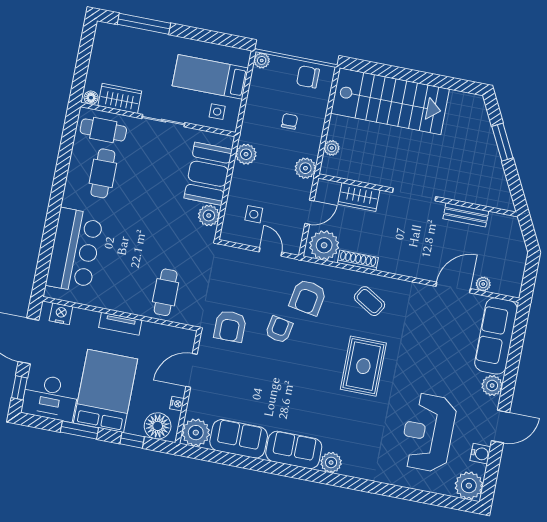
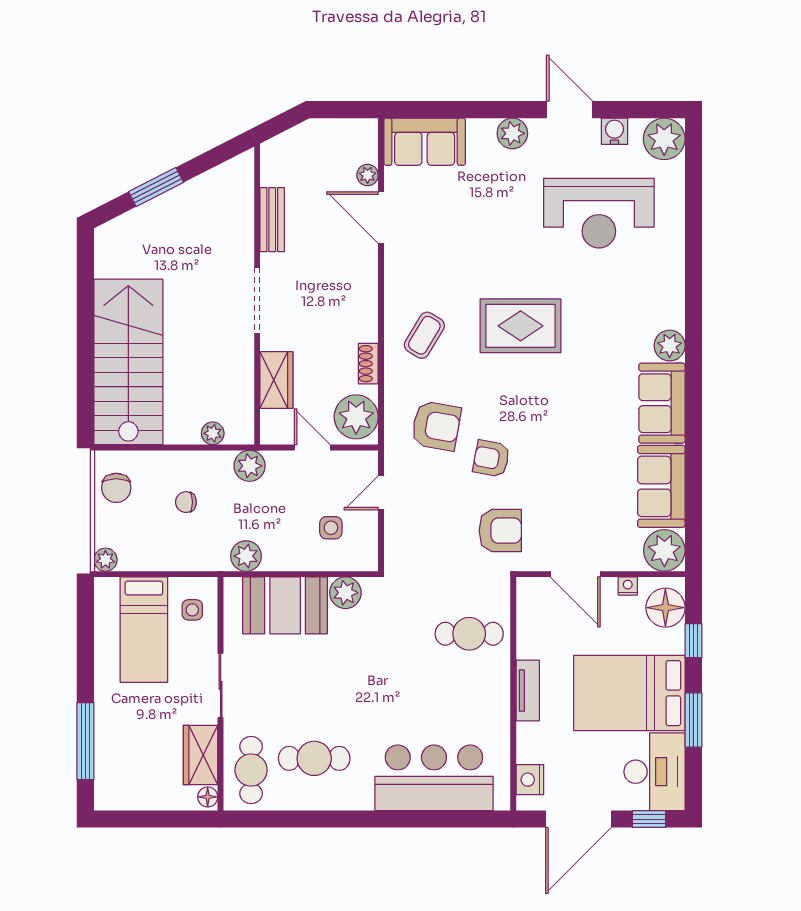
shoe rack: (358, 260) -> (368, 364), width x0.70
sofa: (496, 336) -> (425, 142), width x0.73

